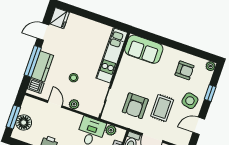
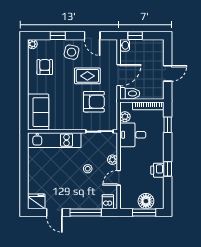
kitchen counter: (42, 66) -> (87, 202), removed

